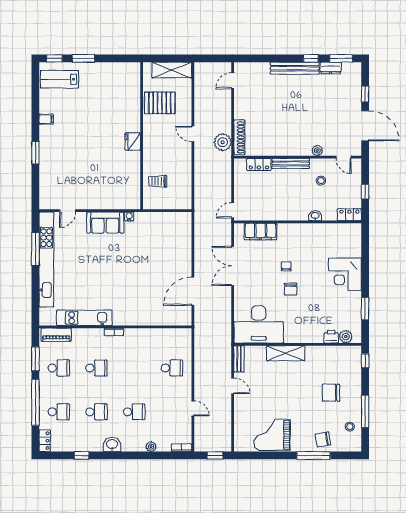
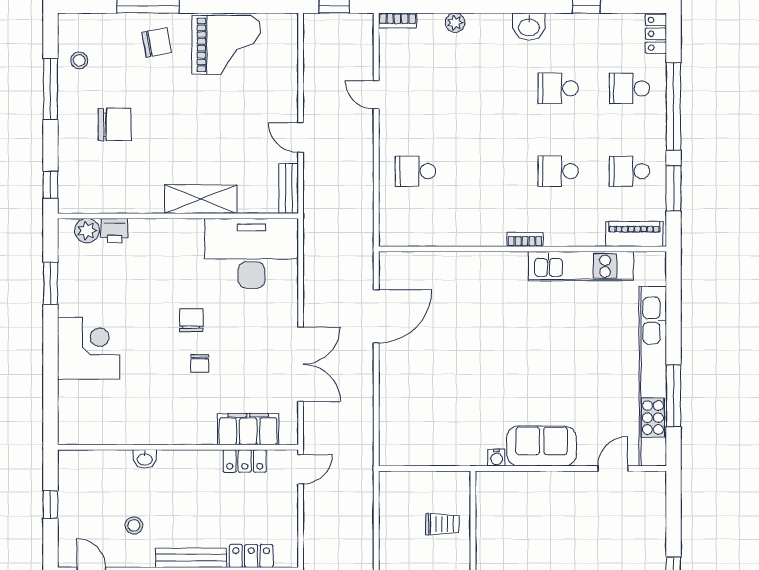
locker: (349, 215) -> (245, 461), moved
school desk: (134, 412) -> (487, 88), removed
chair: (323, 439) -> (157, 43), moved

